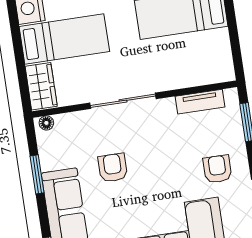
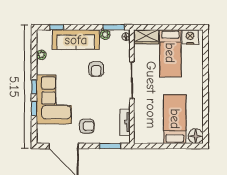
plant: (48, 161) -> (105, 35), added
armchair: (113, 168) -> (96, 69), turned 90
window: (37, 174) -> (114, 27), moved

